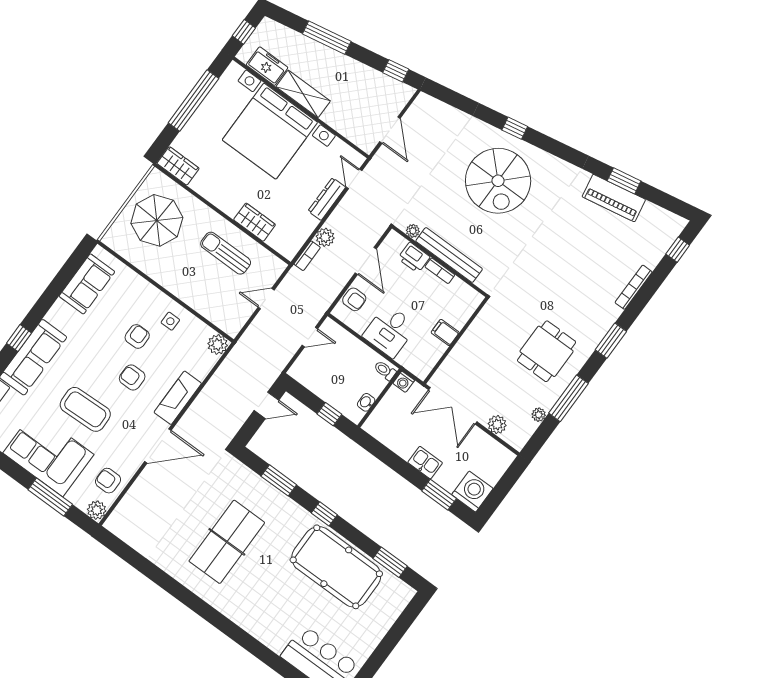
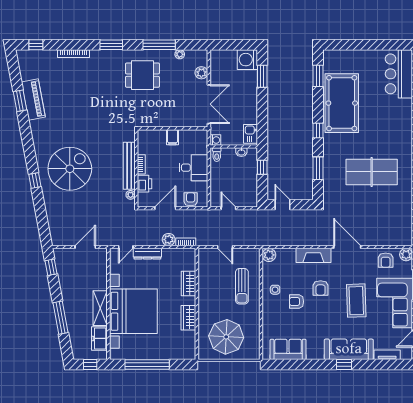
wardrobe: (178, 166) -> (188, 318), moved
sun lounger: (226, 253) -> (242, 286), moved
kitchen sink: (425, 463) -> (250, 134), moved

